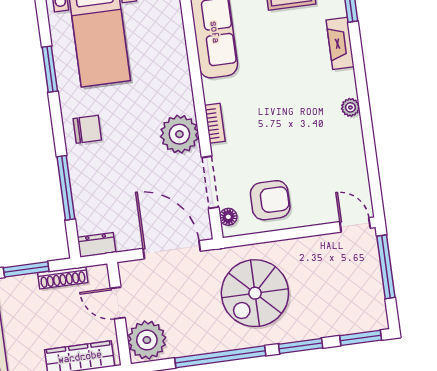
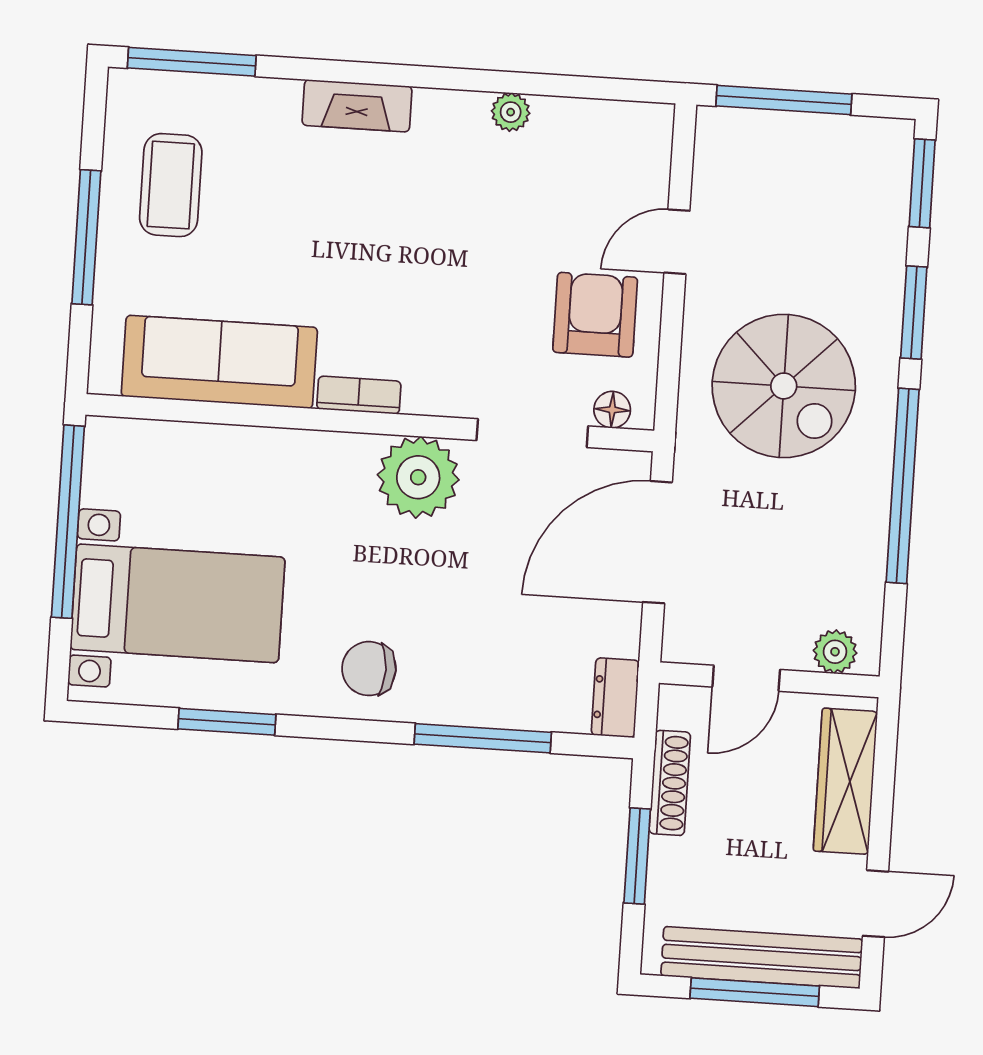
fireplace: (340, 43) -> (357, 106), moved
plant: (350, 107) -> (511, 112), moved
bookcase: (215, 123) -> (359, 395), moved
chair: (87, 129) -> (369, 669), turned -90
door: (355, 225) -> (677, 242), moved
plant: (147, 340) -> (835, 652), width x0.53, depth x0.53

